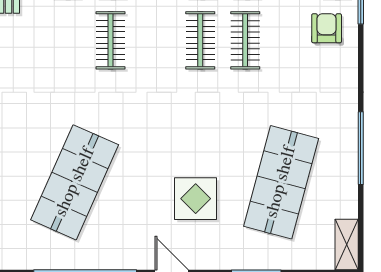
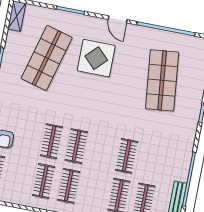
shop shelf: (75, 182) -> (162, 80), turned -30
display table: (196, 199) -> (96, 58), width x1.36, depth x1.36

